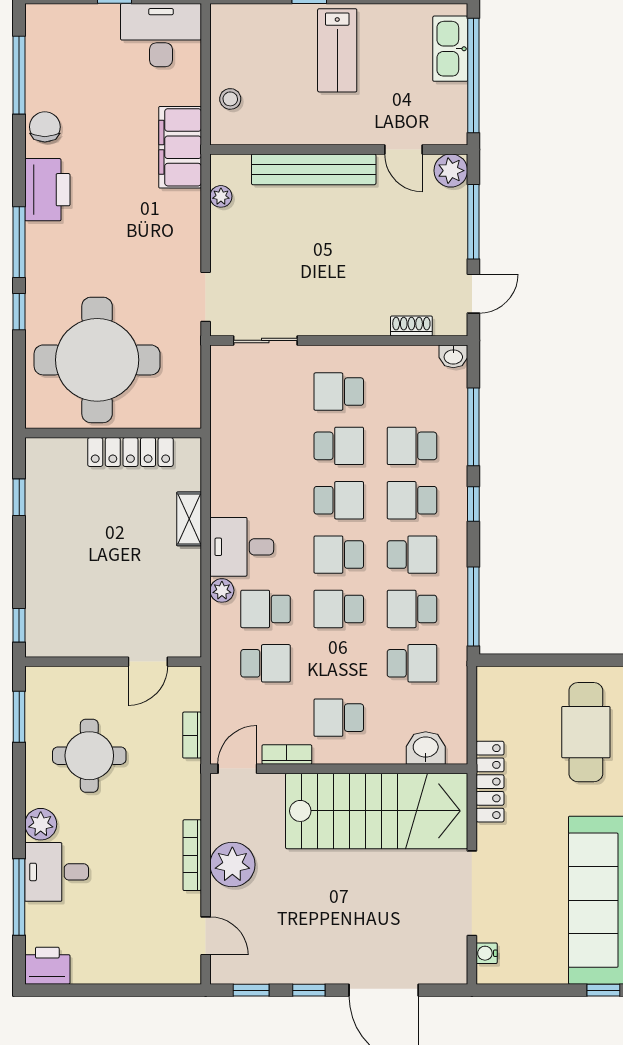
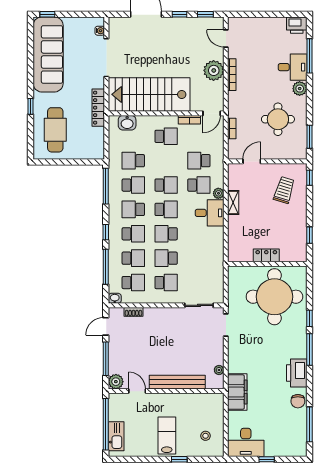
stool: (230, 99) -> (205, 436), moved
school desk: (412, 392) -> (133, 283), added
locker: (130, 452) -> (266, 255), width x0.66
shelving: (189, 519) -> (233, 203), moved
trolley: (76, 598) -> (284, 190), added

